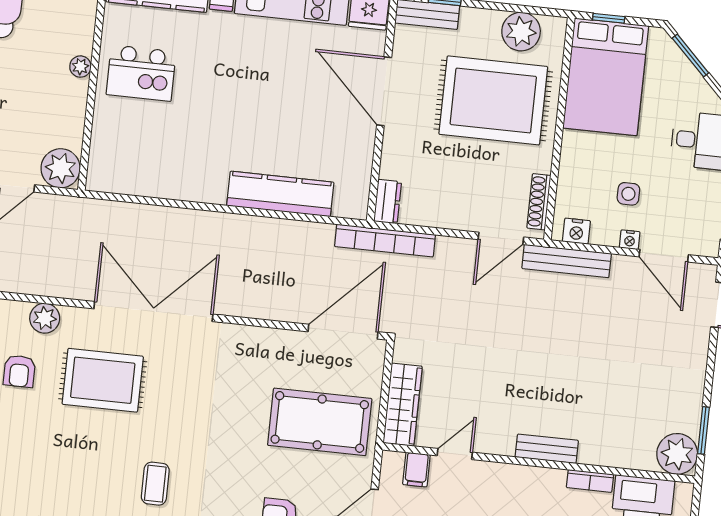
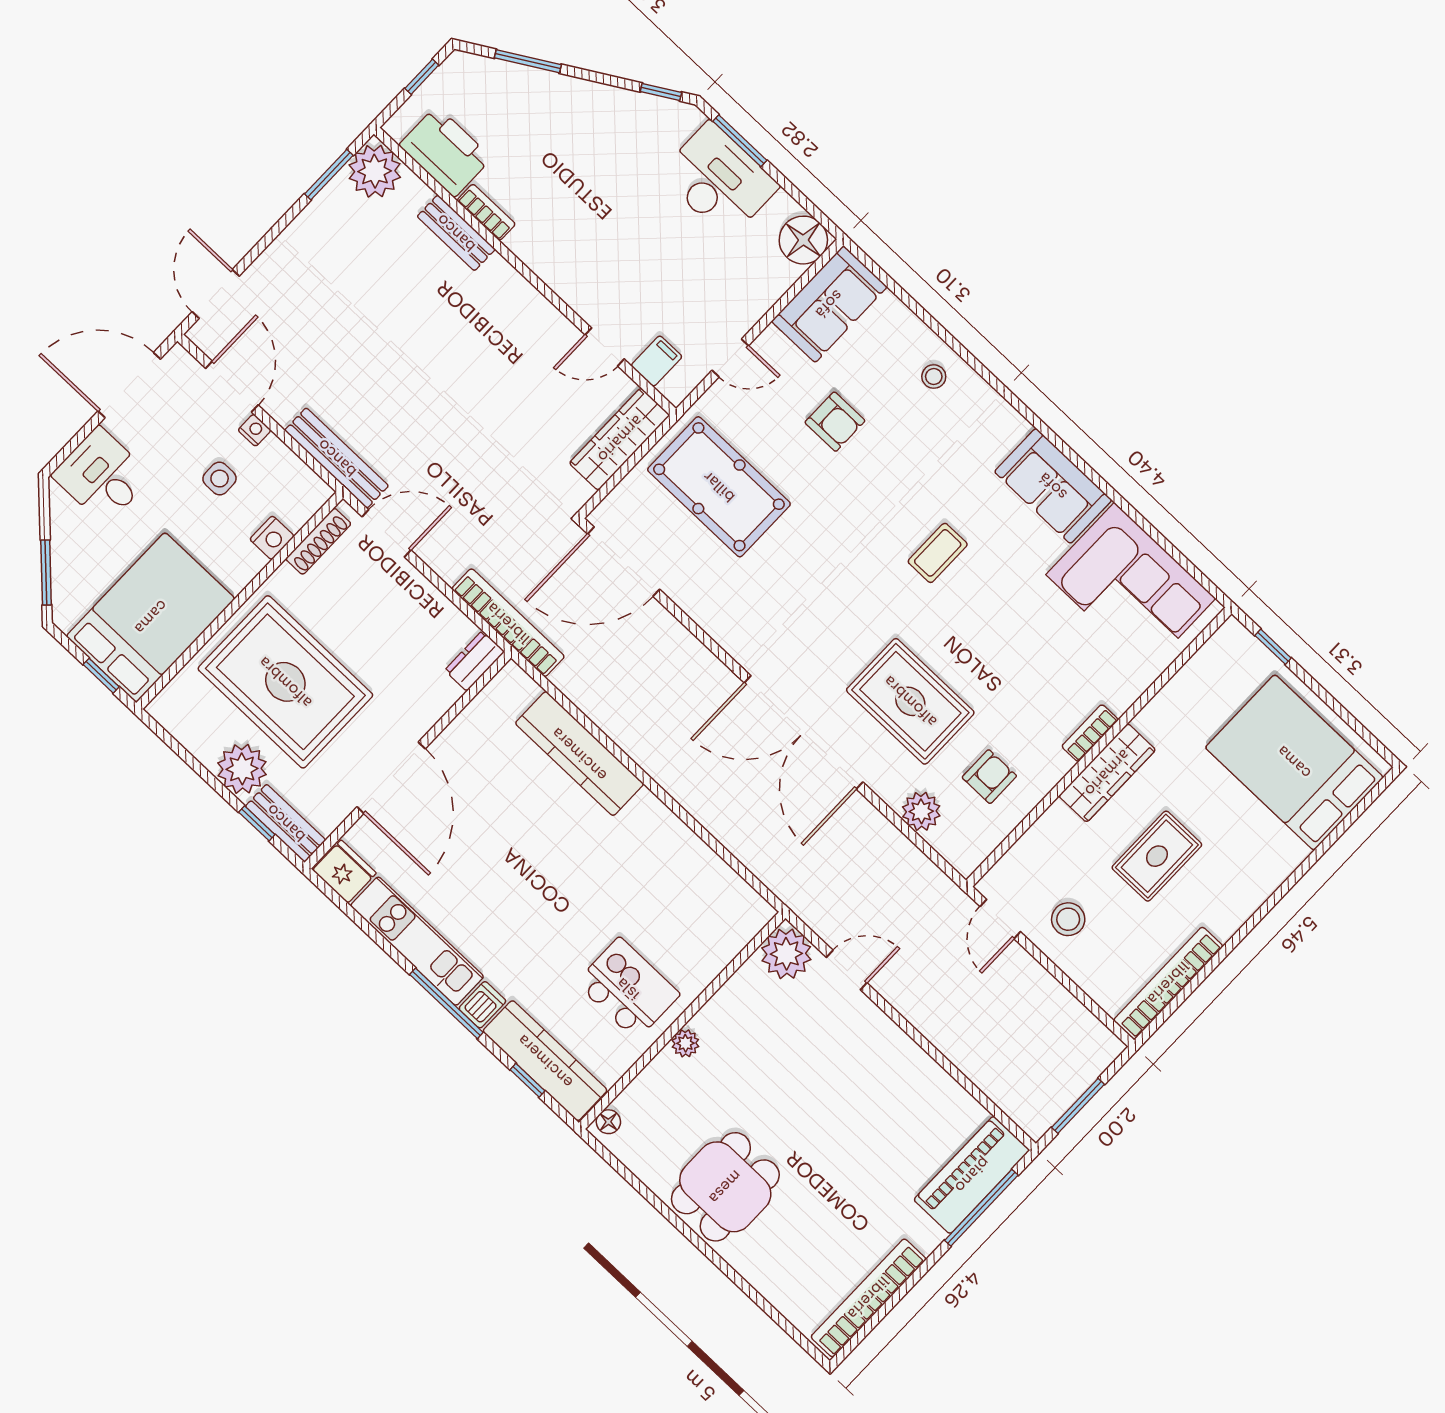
plant: (521, 32) -> (242, 769), moved
nightstand: (576, 231) -> (272, 538), moved, turned 90
bench: (547, 449) -> (456, 233), moved

